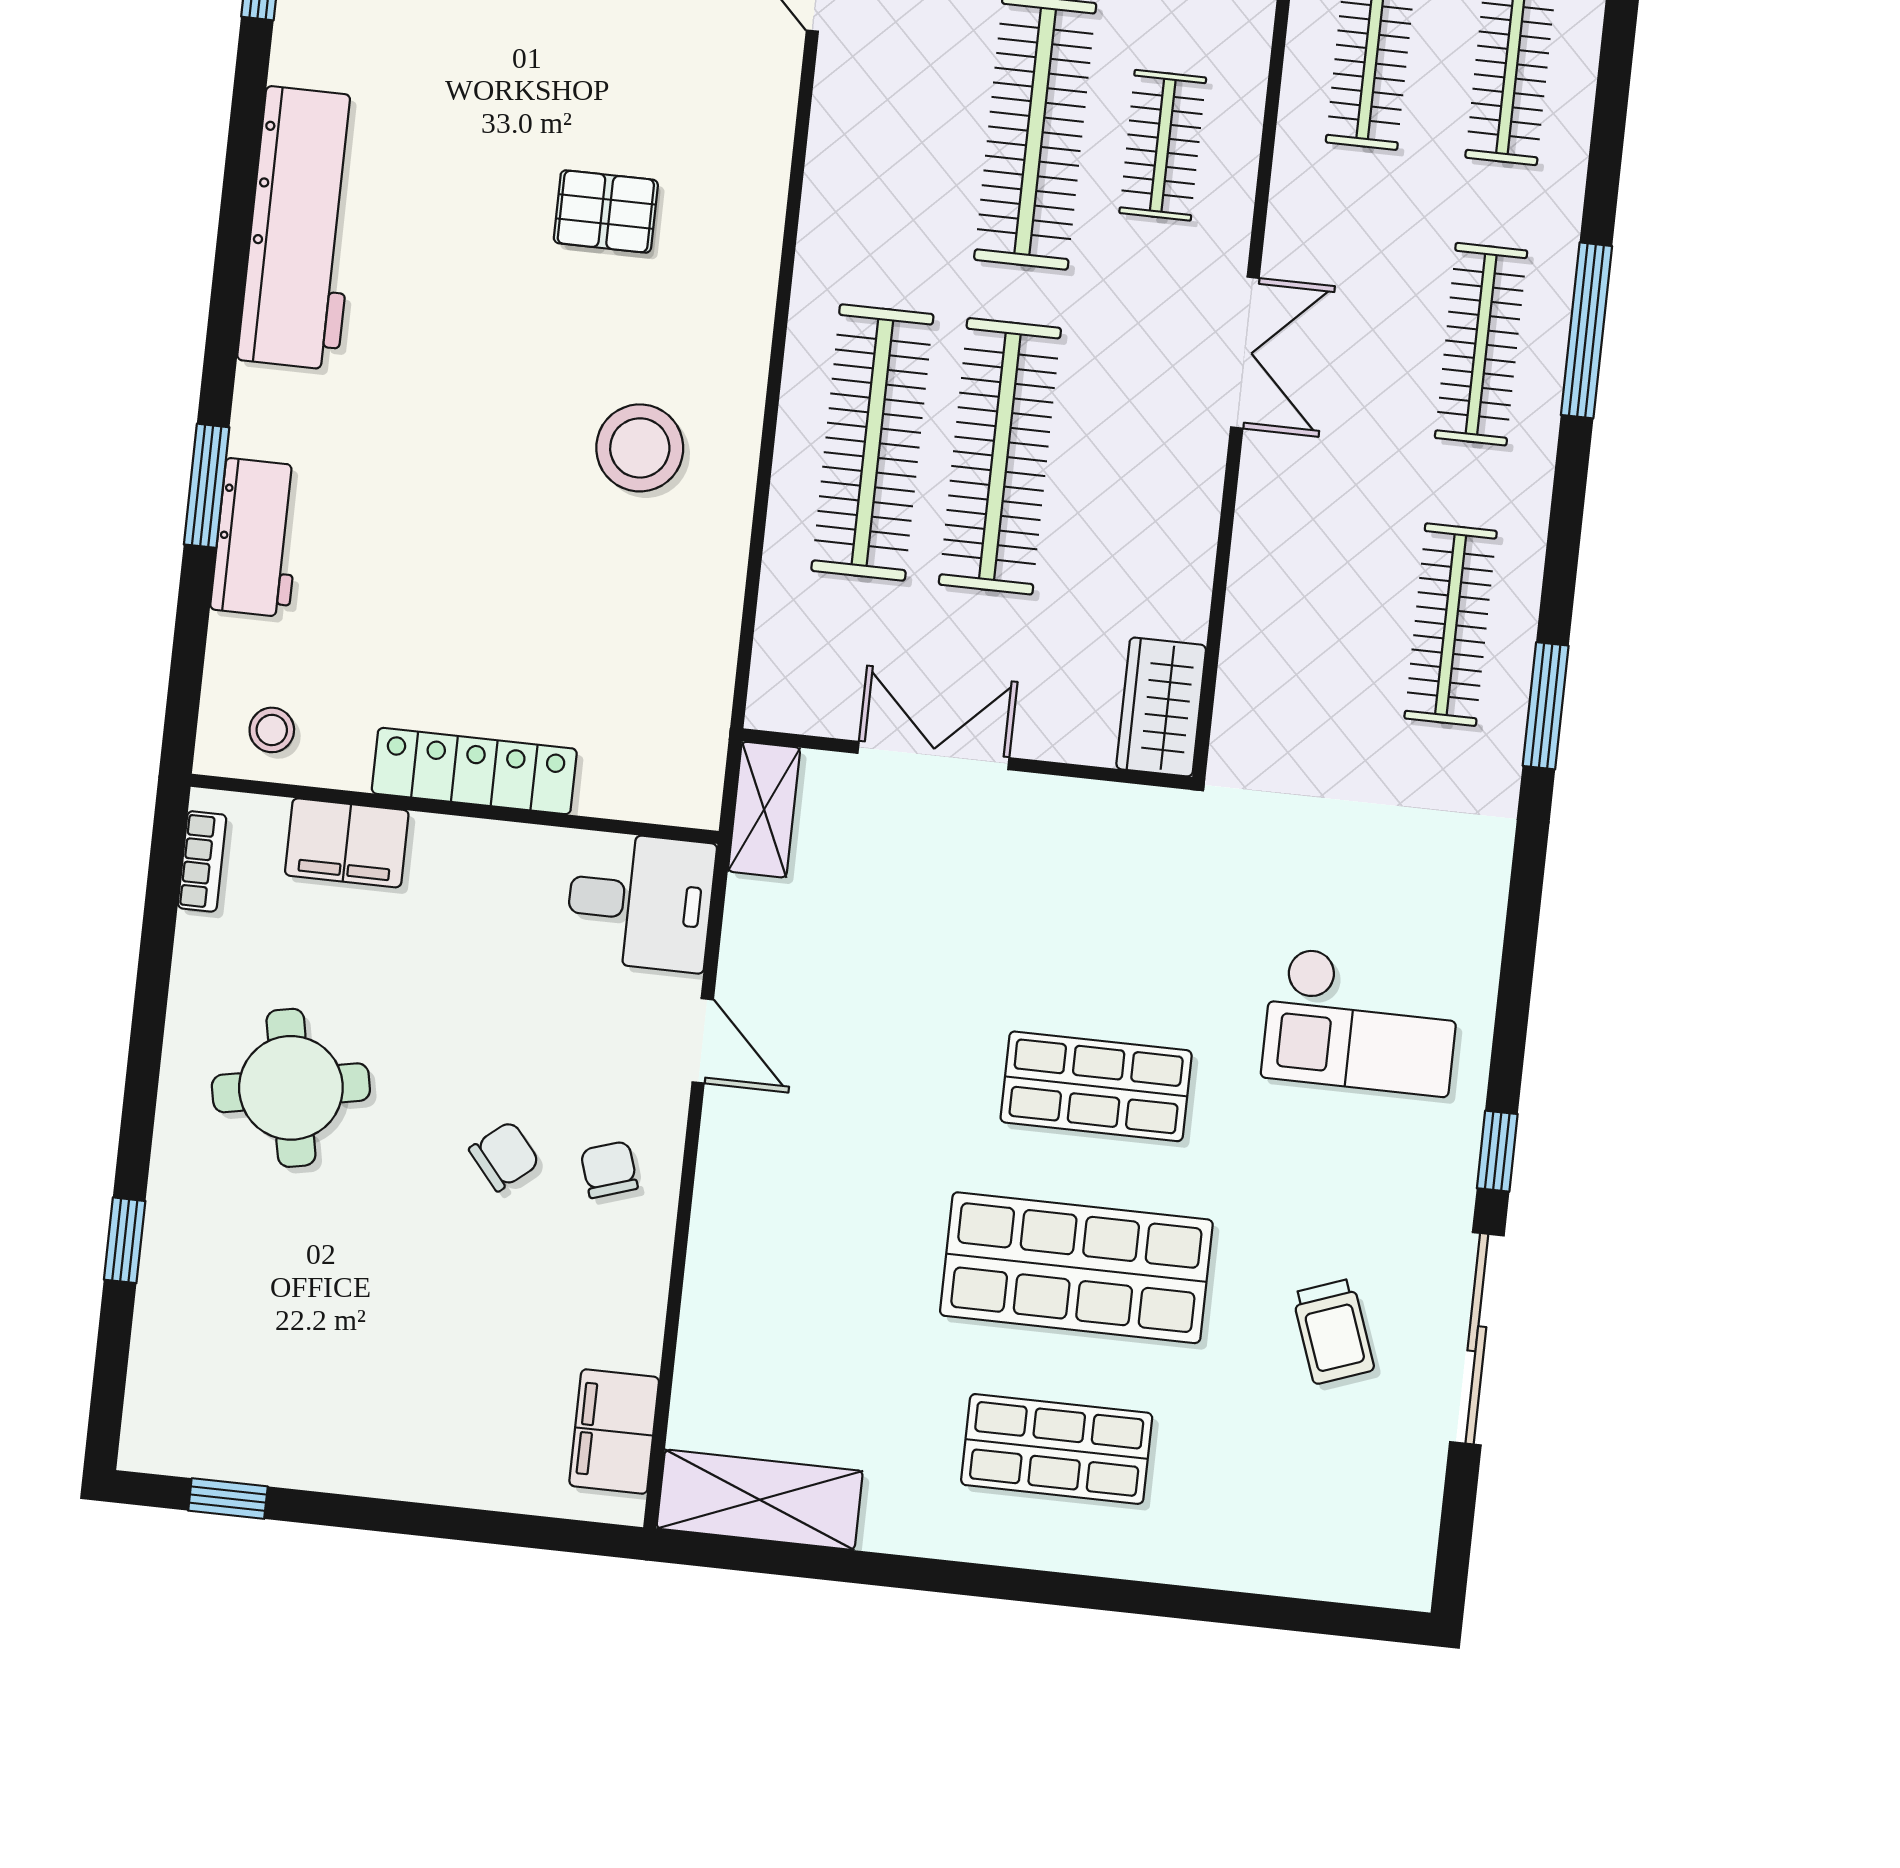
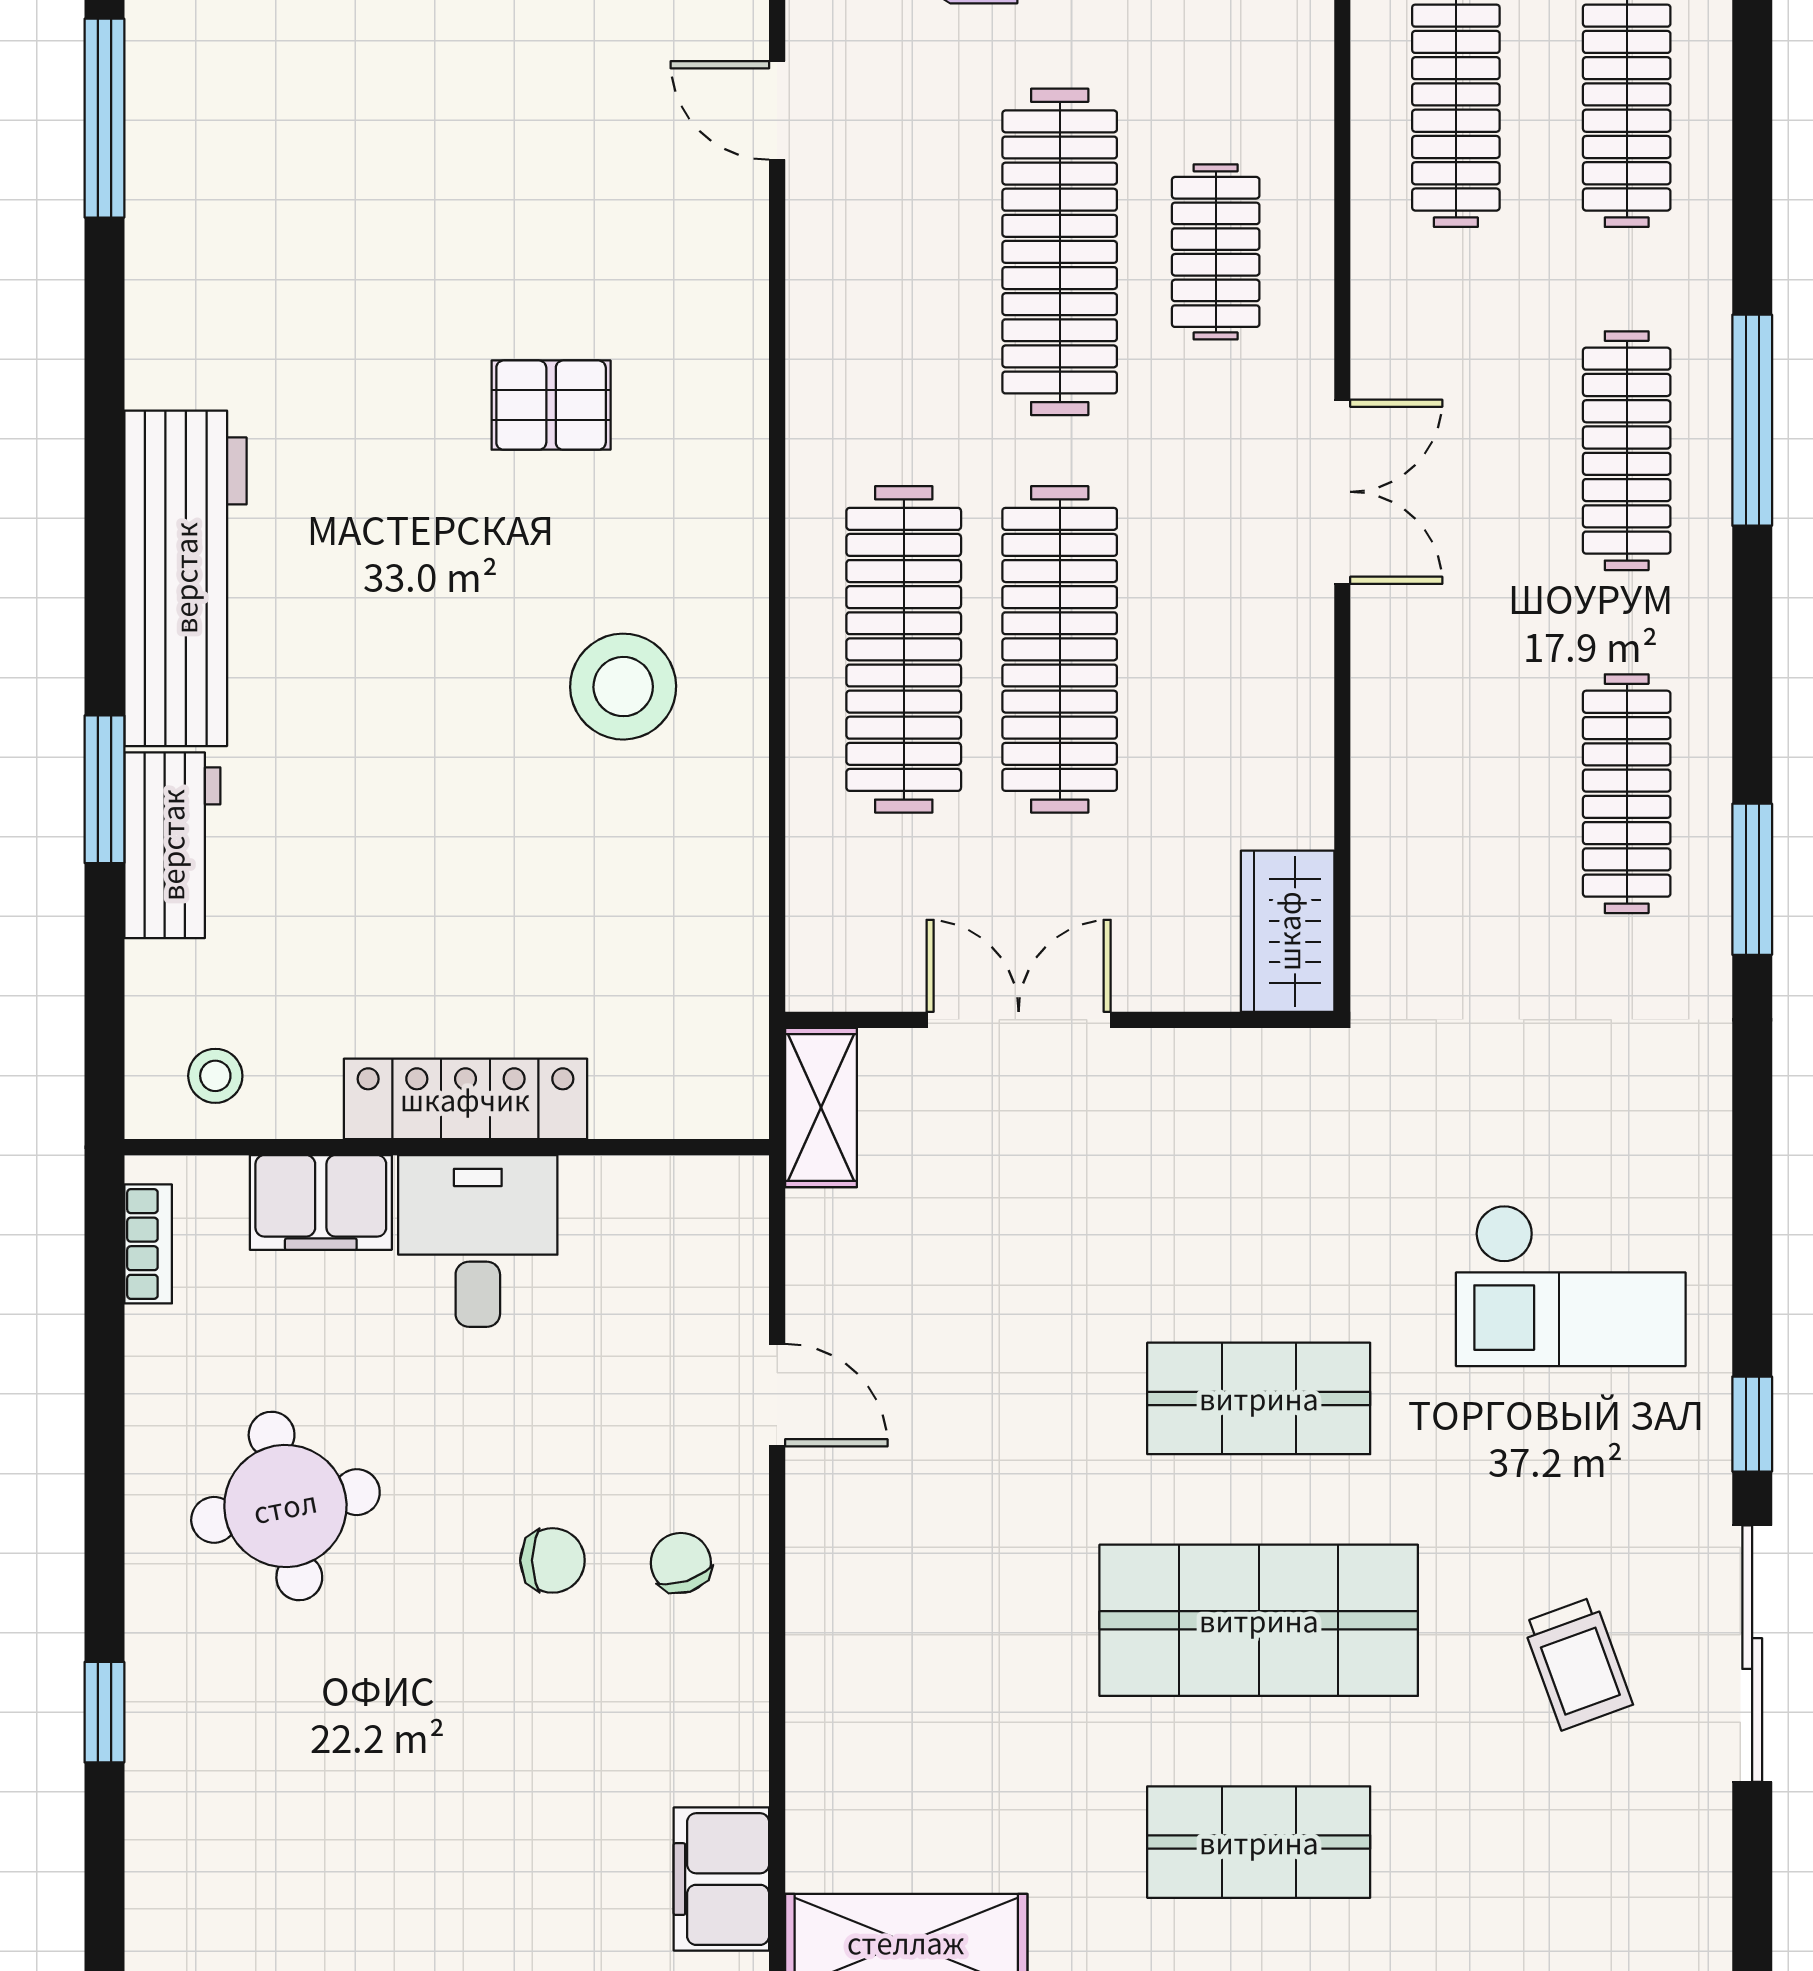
workbench: (302, 228) -> (185, 578), moved
desk: (640, 901) -> (478, 1241), moved, turned -90
chair: (504, 1156) -> (552, 1560), turned 40

